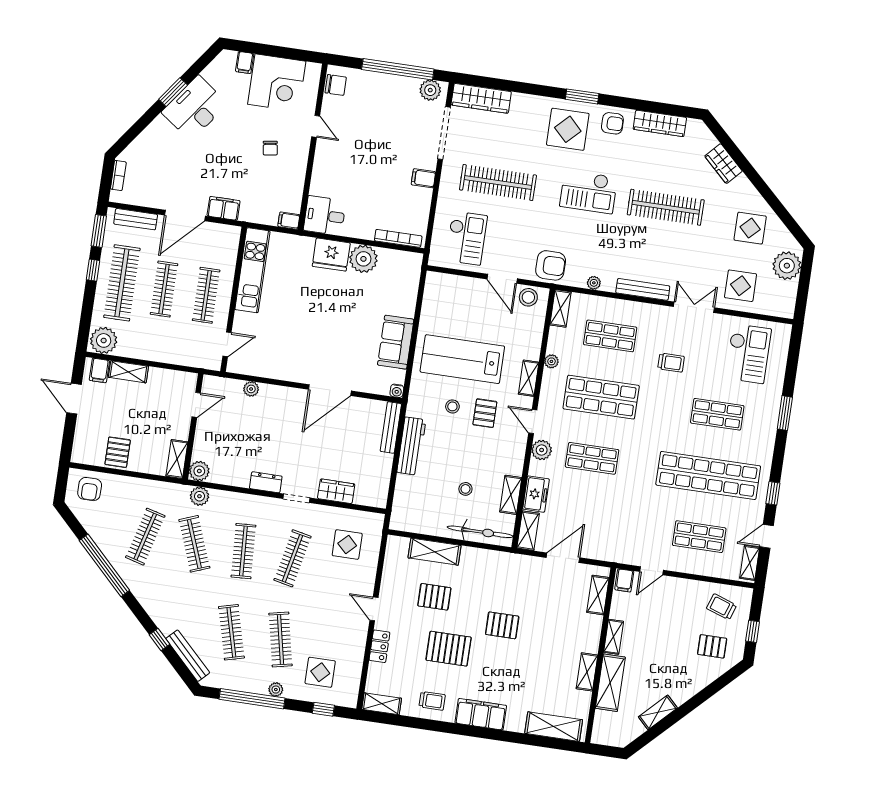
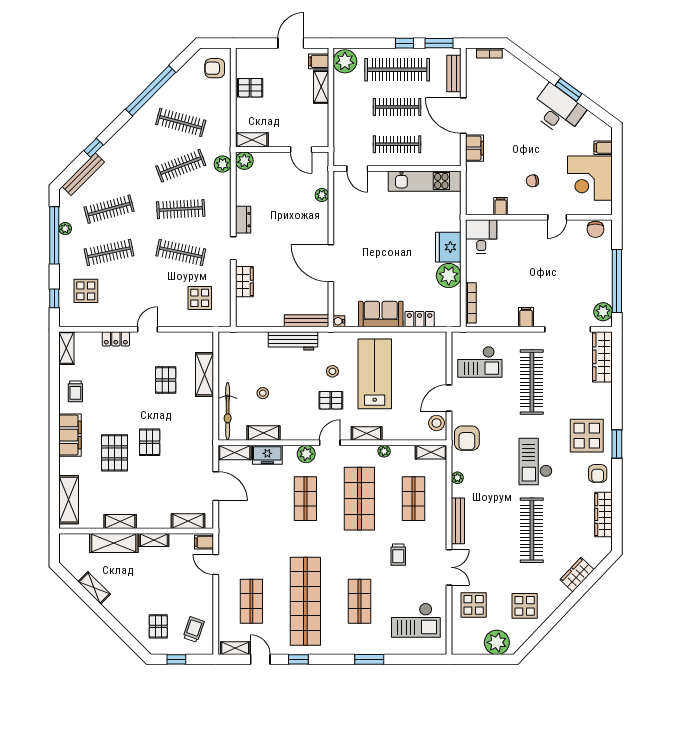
filing cabinet: (289, 221) -> (501, 206), moved
locker: (408, 299) -> (420, 319), added
pallet: (449, 649) -> (115, 453), moved
plant: (276, 690) -> (65, 229), moved

